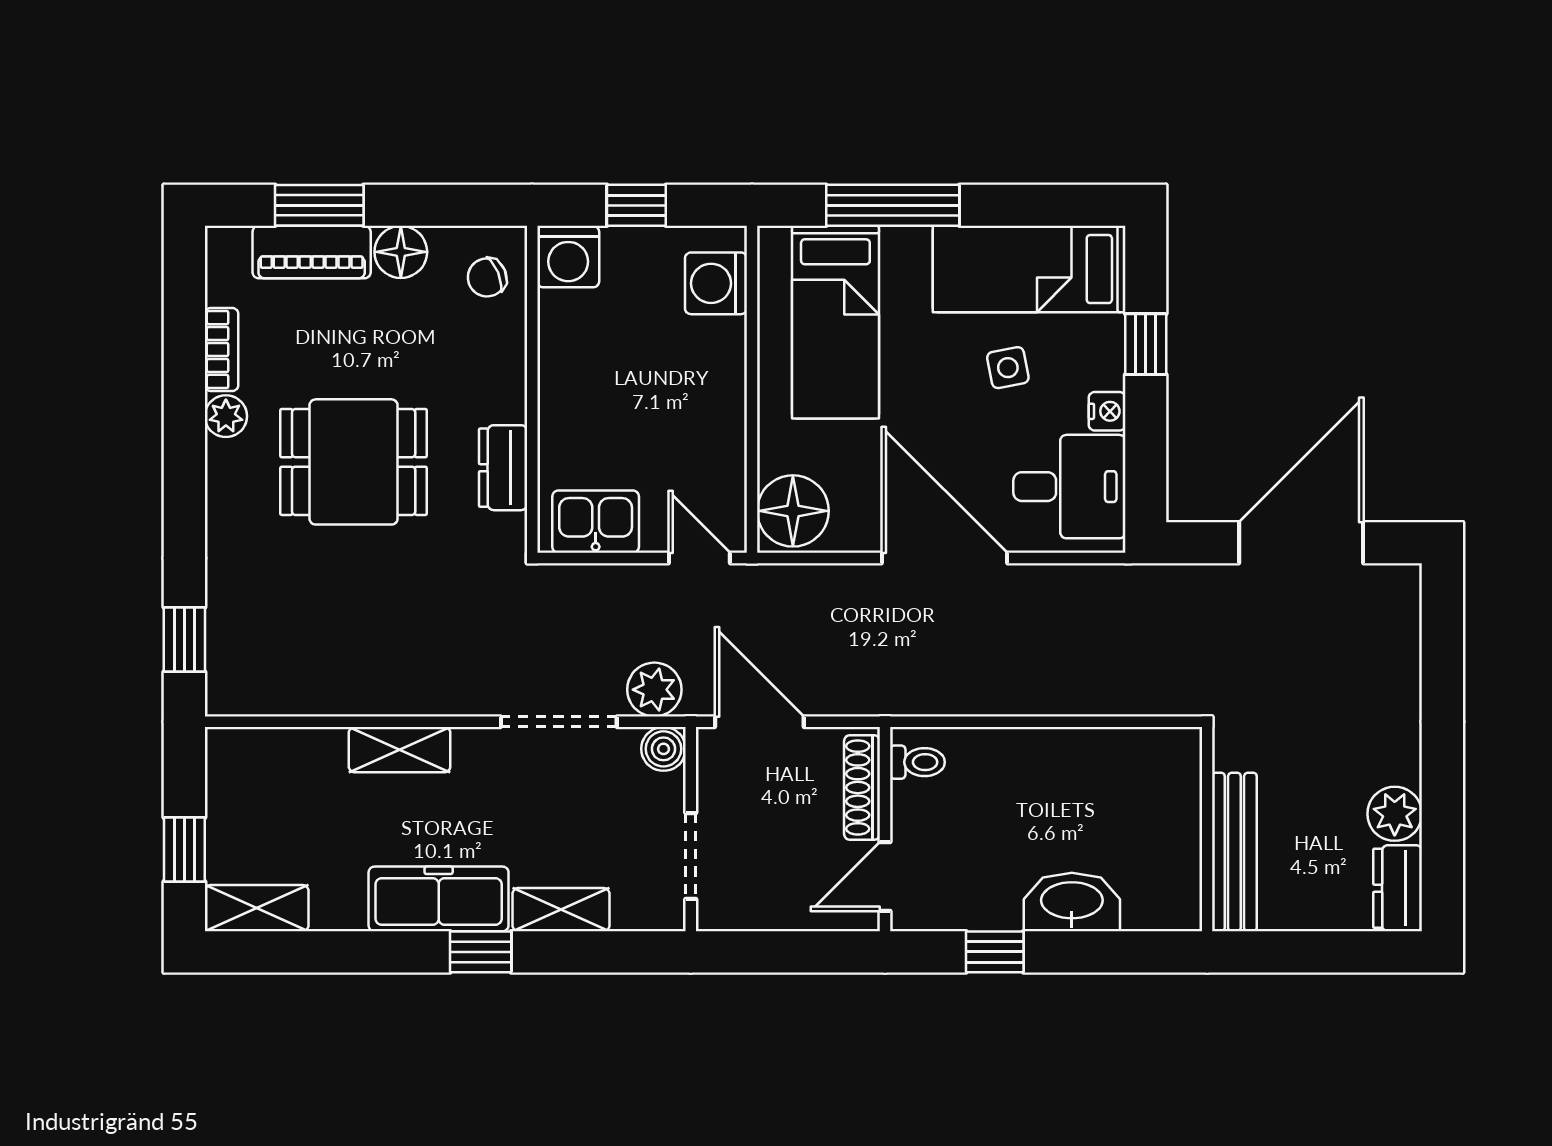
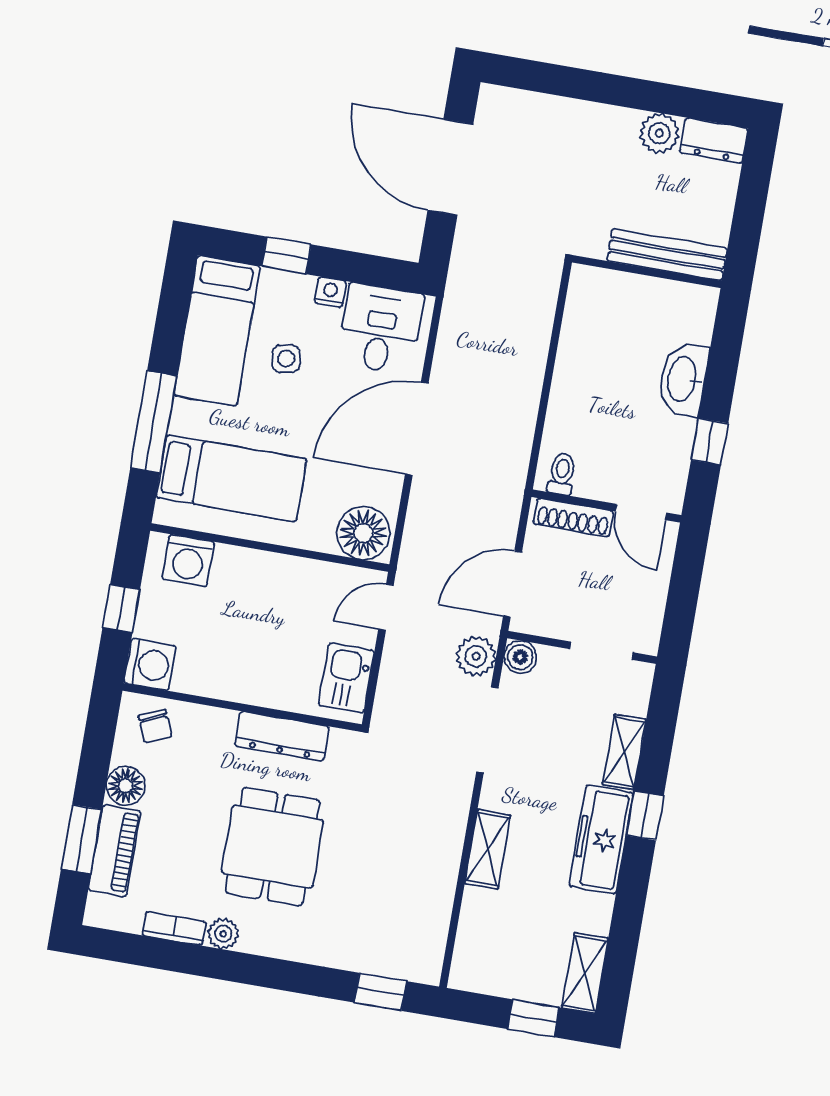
dresser: (503, 468) -> (282, 736), width x1.44

